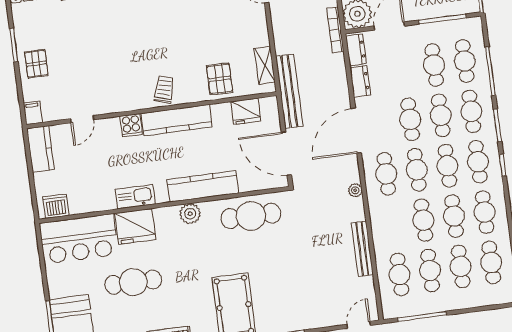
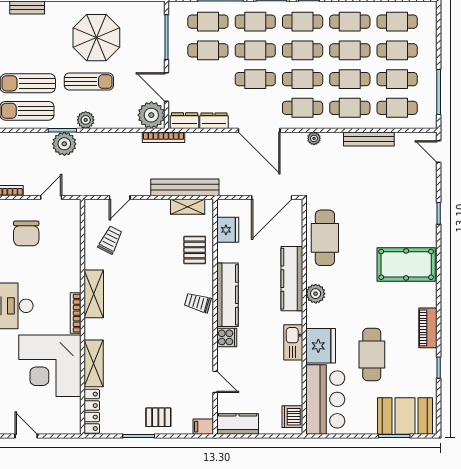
pallet: (220, 79) -> (195, 250), turned 90
bench: (289, 91) -> (185, 187), moved
cafe table: (393, 224) -> (350, 108), added

